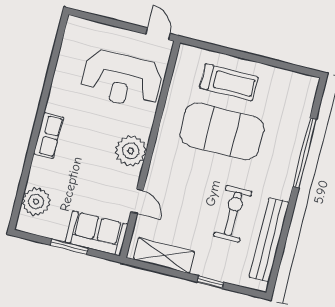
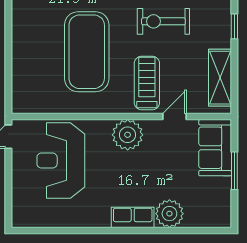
reception desk: (122, 79) -> (61, 161), turned 180
treadmill: (229, 82) -> (147, 83), moved
plant: (36, 202) -> (169, 214), moved

